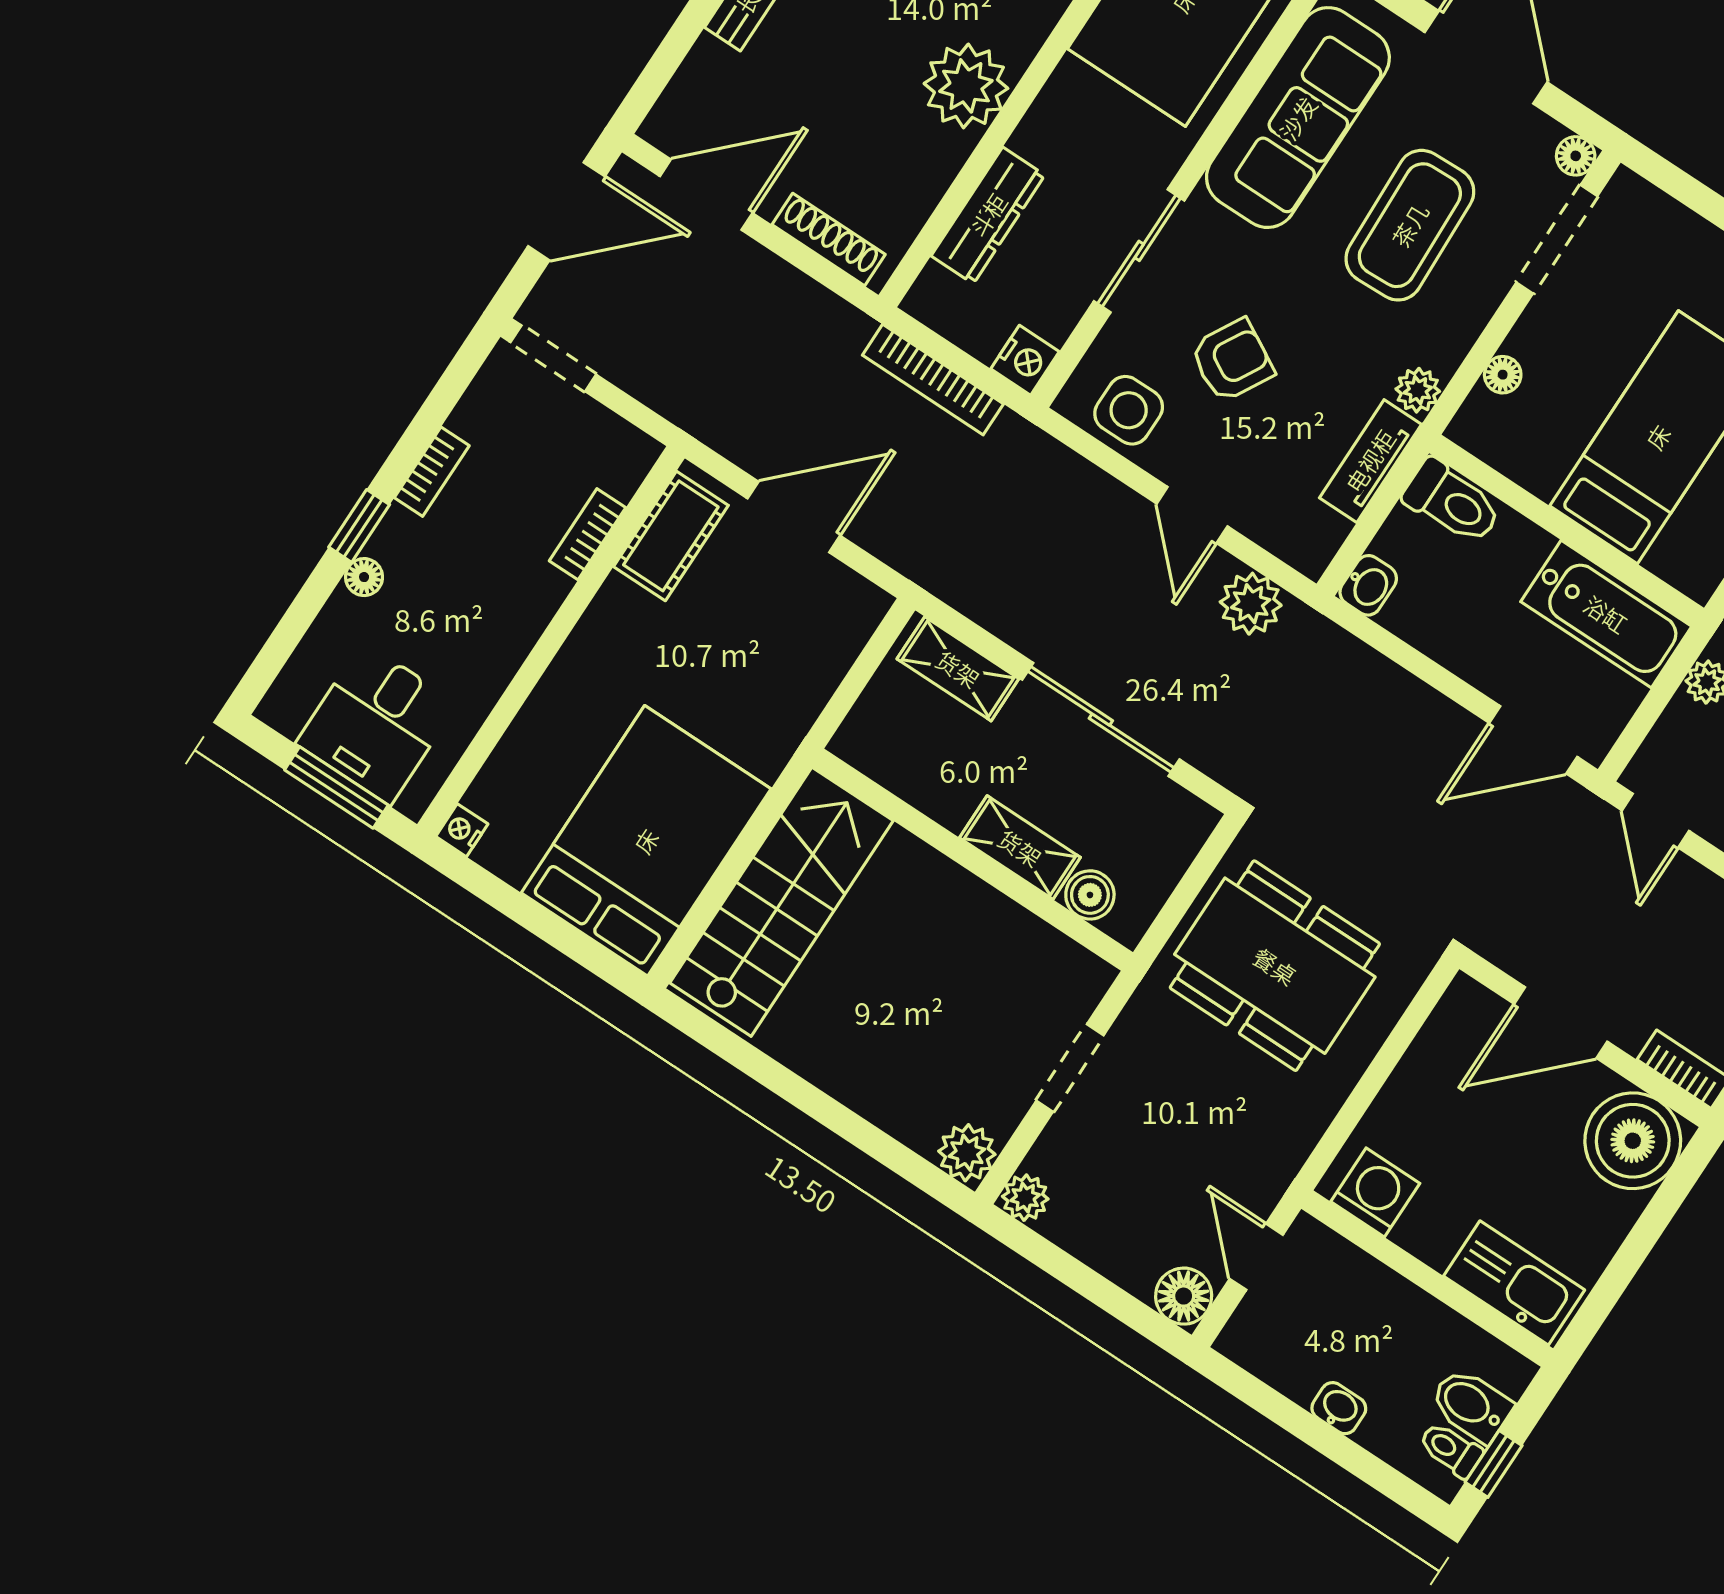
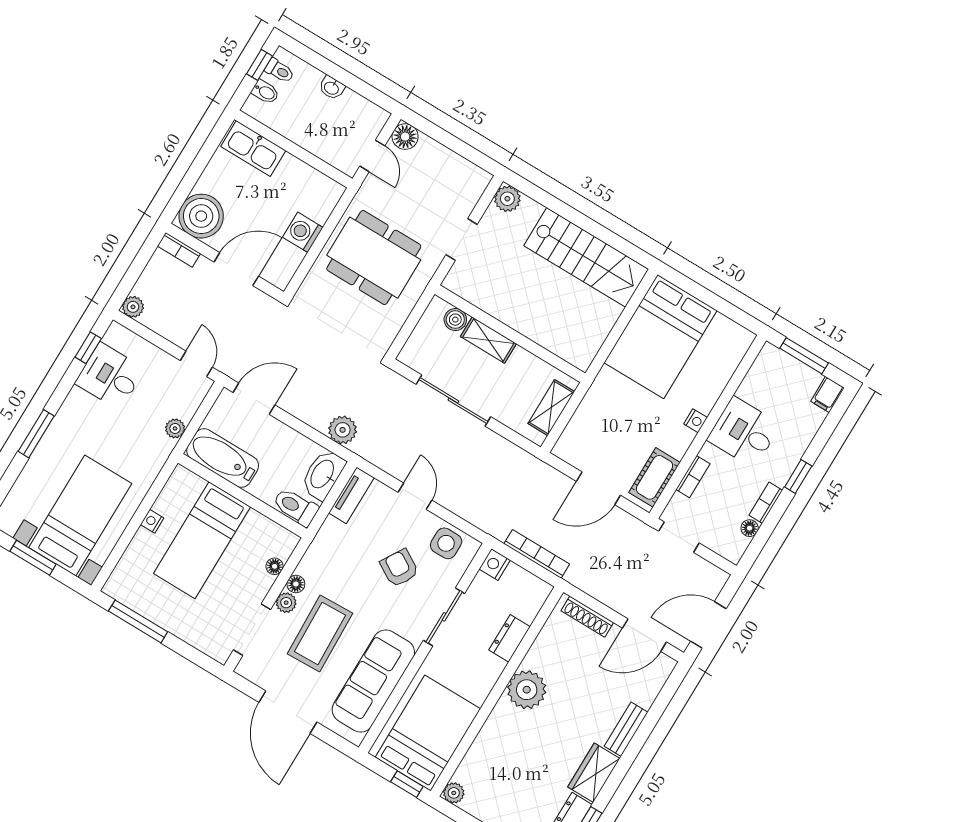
floor lamp: (1576, 156) -> (296, 584), moved
dresser: (988, 215) -> (510, 638), width x0.70
doorway: (553, 358) -> (679, 537), moved
armchair: (1232, 360) -> (399, 568), turned 92
plant: (1418, 390) -> (286, 603), moved
tv unit: (1370, 461) -> (351, 495), moved
floor lamp: (364, 577) -> (750, 528), moved
washbasin: (1368, 585) -> (323, 474), width x1.91, depth x1.45
plant: (1251, 604) -> (343, 430), moved
shelving: (958, 669) -> (551, 408), moved, turned 90
filing cabinet: (289, 701) -> (828, 395), added
desk: (377, 723) -> (744, 432), moved, turned -90
nightstand: (462, 830) -> (696, 421), moved
stairs: (782, 902) -> (586, 257), moved, turned -90
dining table: (1275, 966) -> (374, 258), moved
washing machine: (1375, 1192) -> (303, 232), moved, turned 90
plant: (1025, 1198) -> (480, 179), removed
bidet: (1471, 1405) -> (265, 92), width x0.72, depth x0.74

